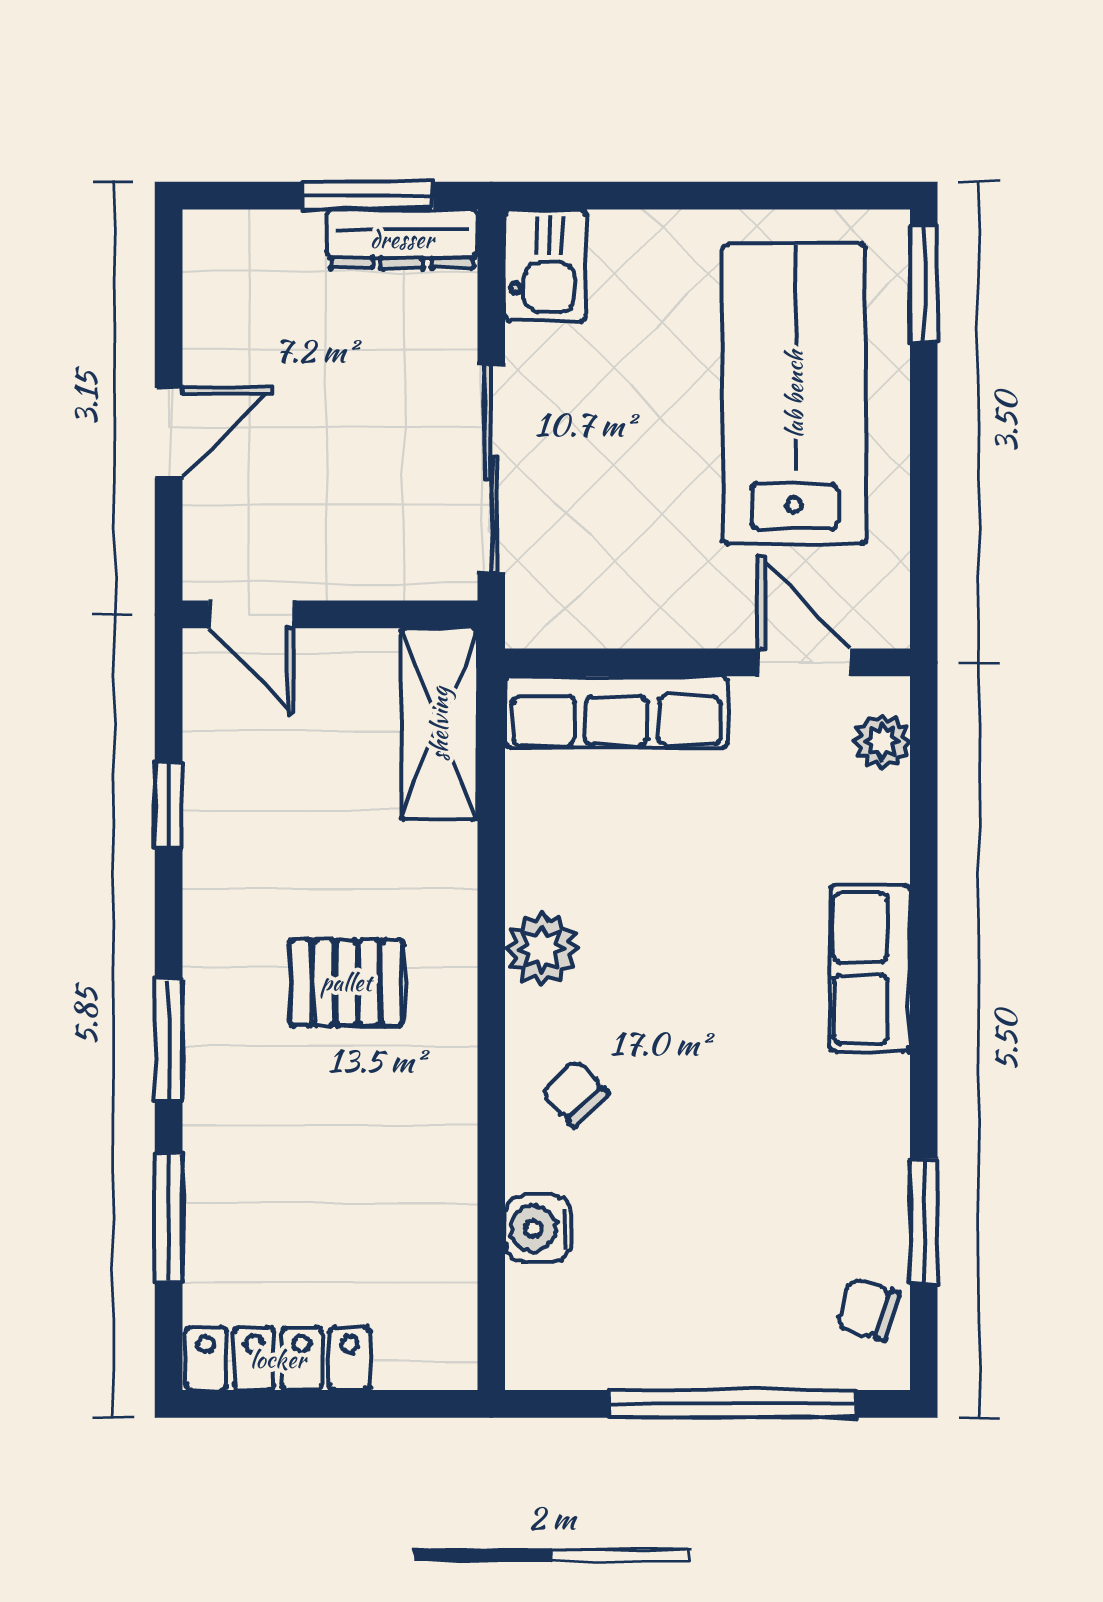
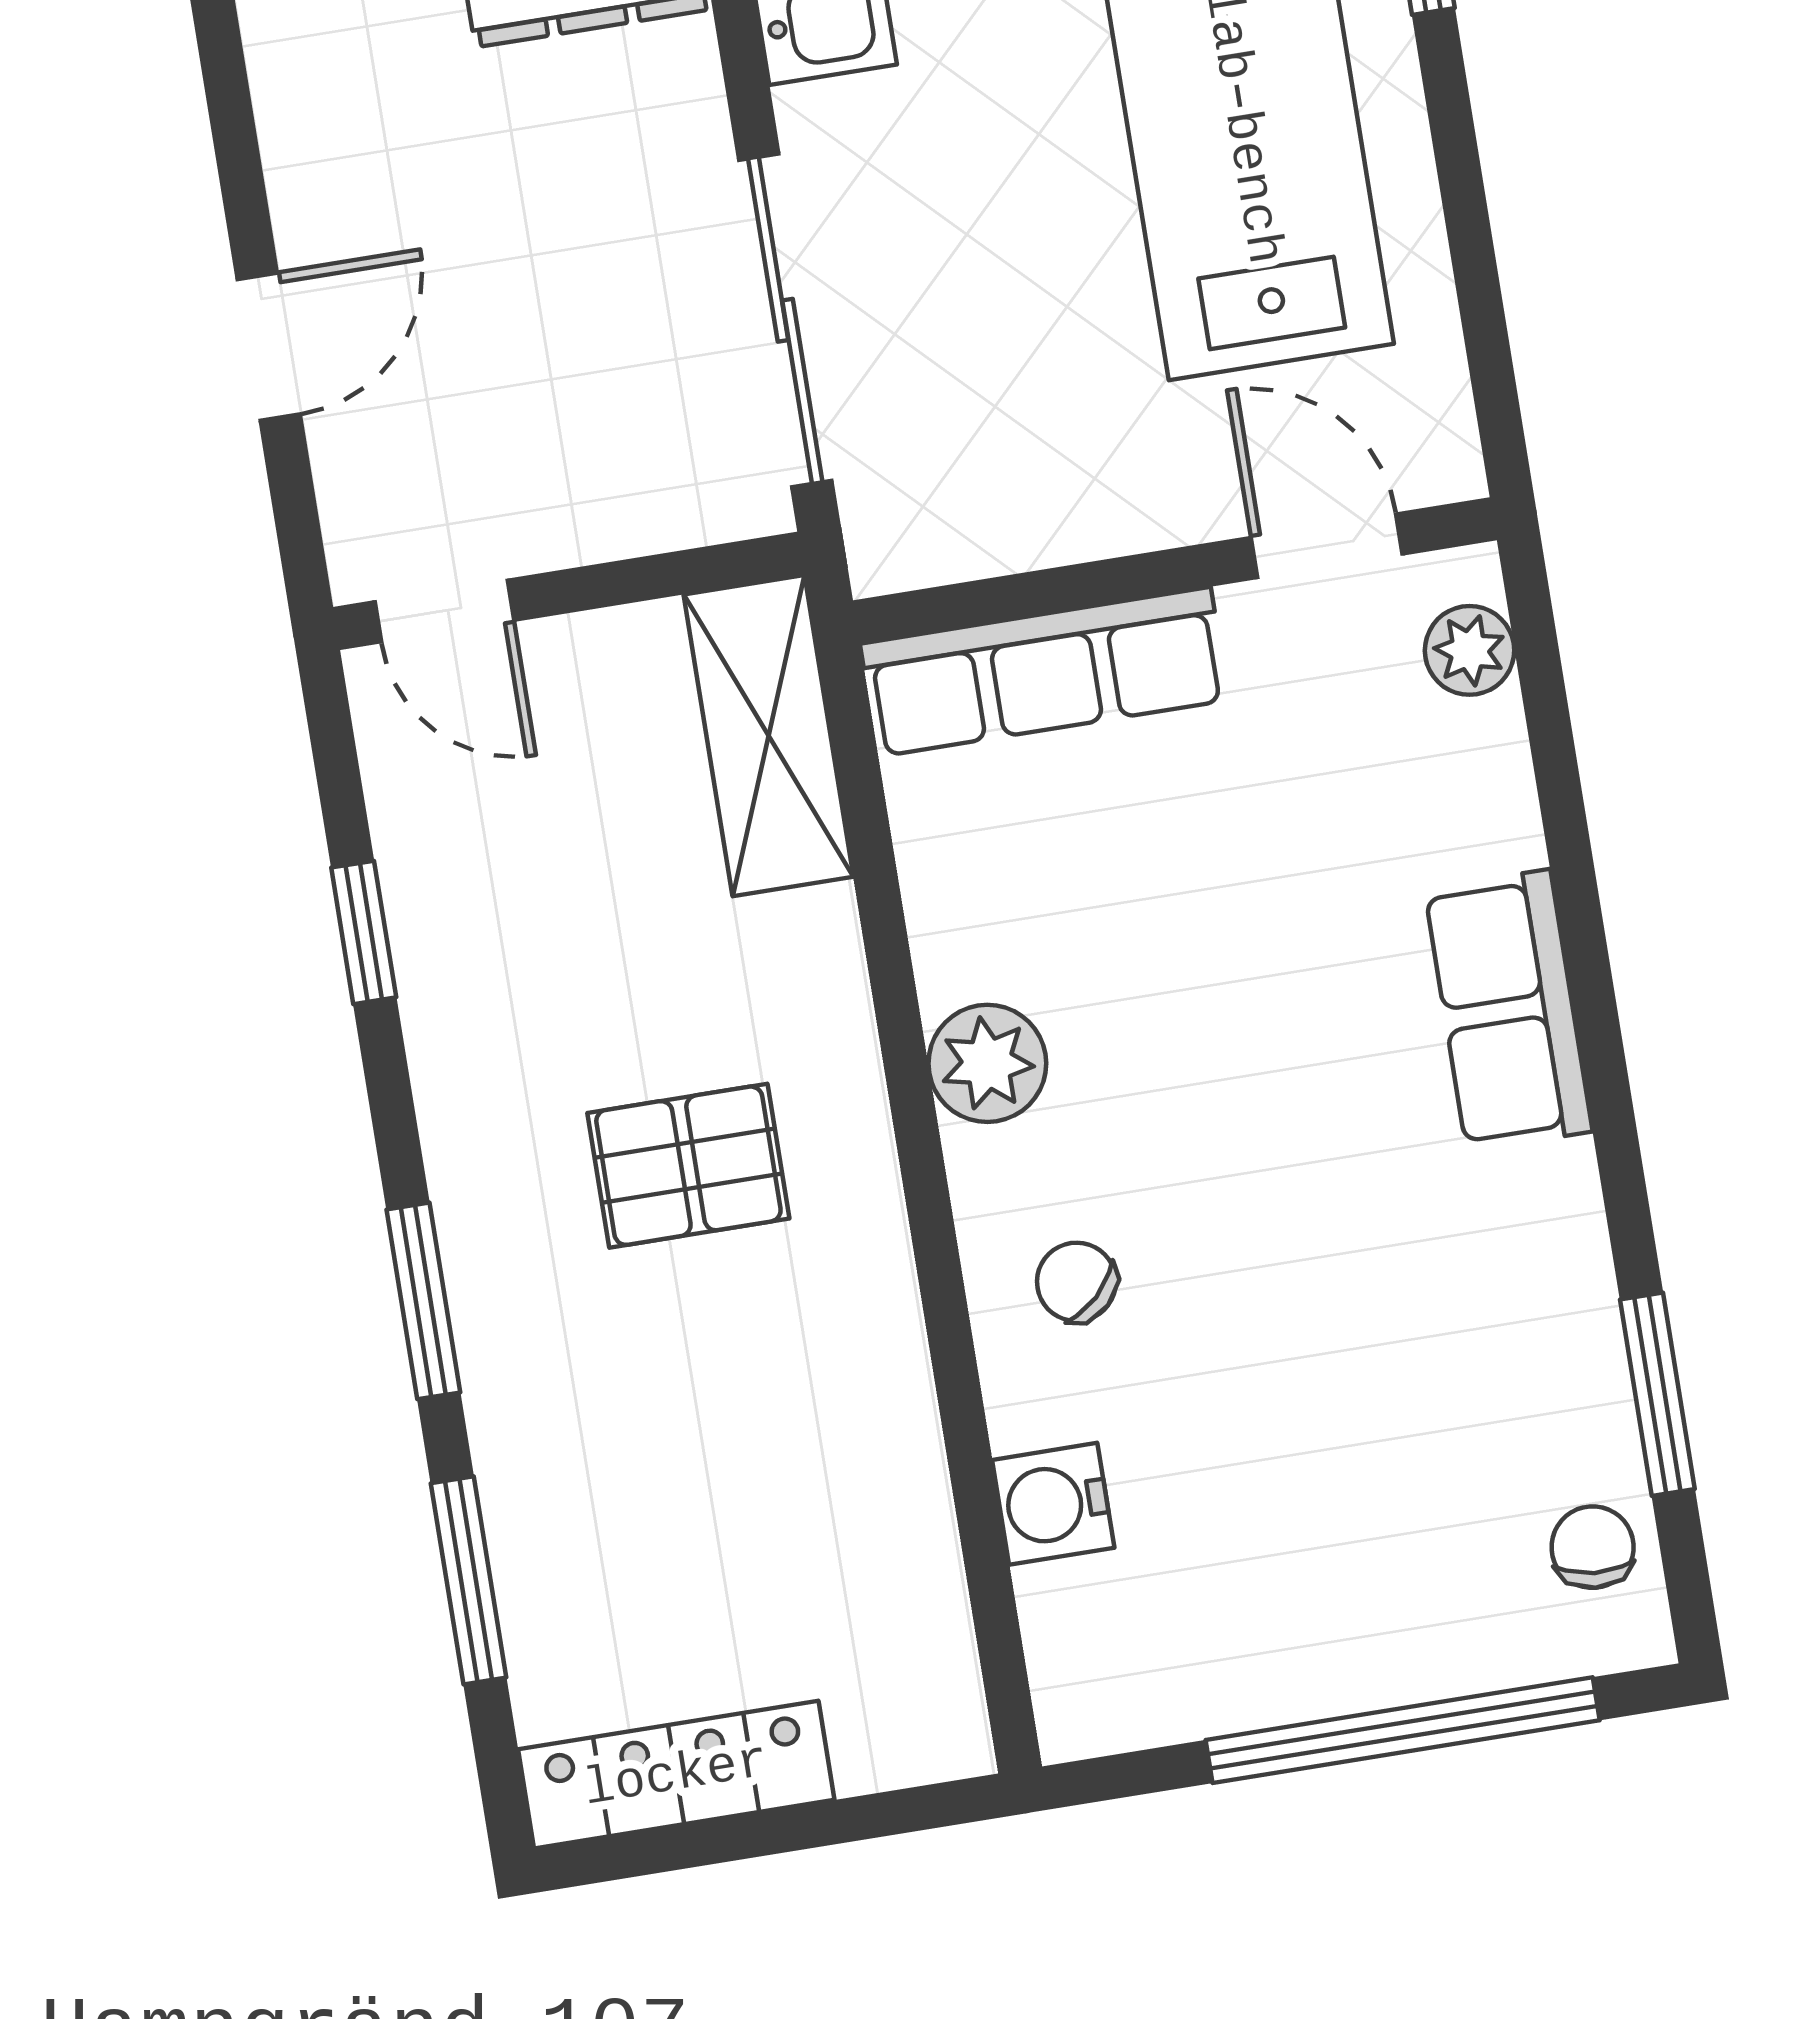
chair: (868, 1310) -> (1593, 1547), turned 77

